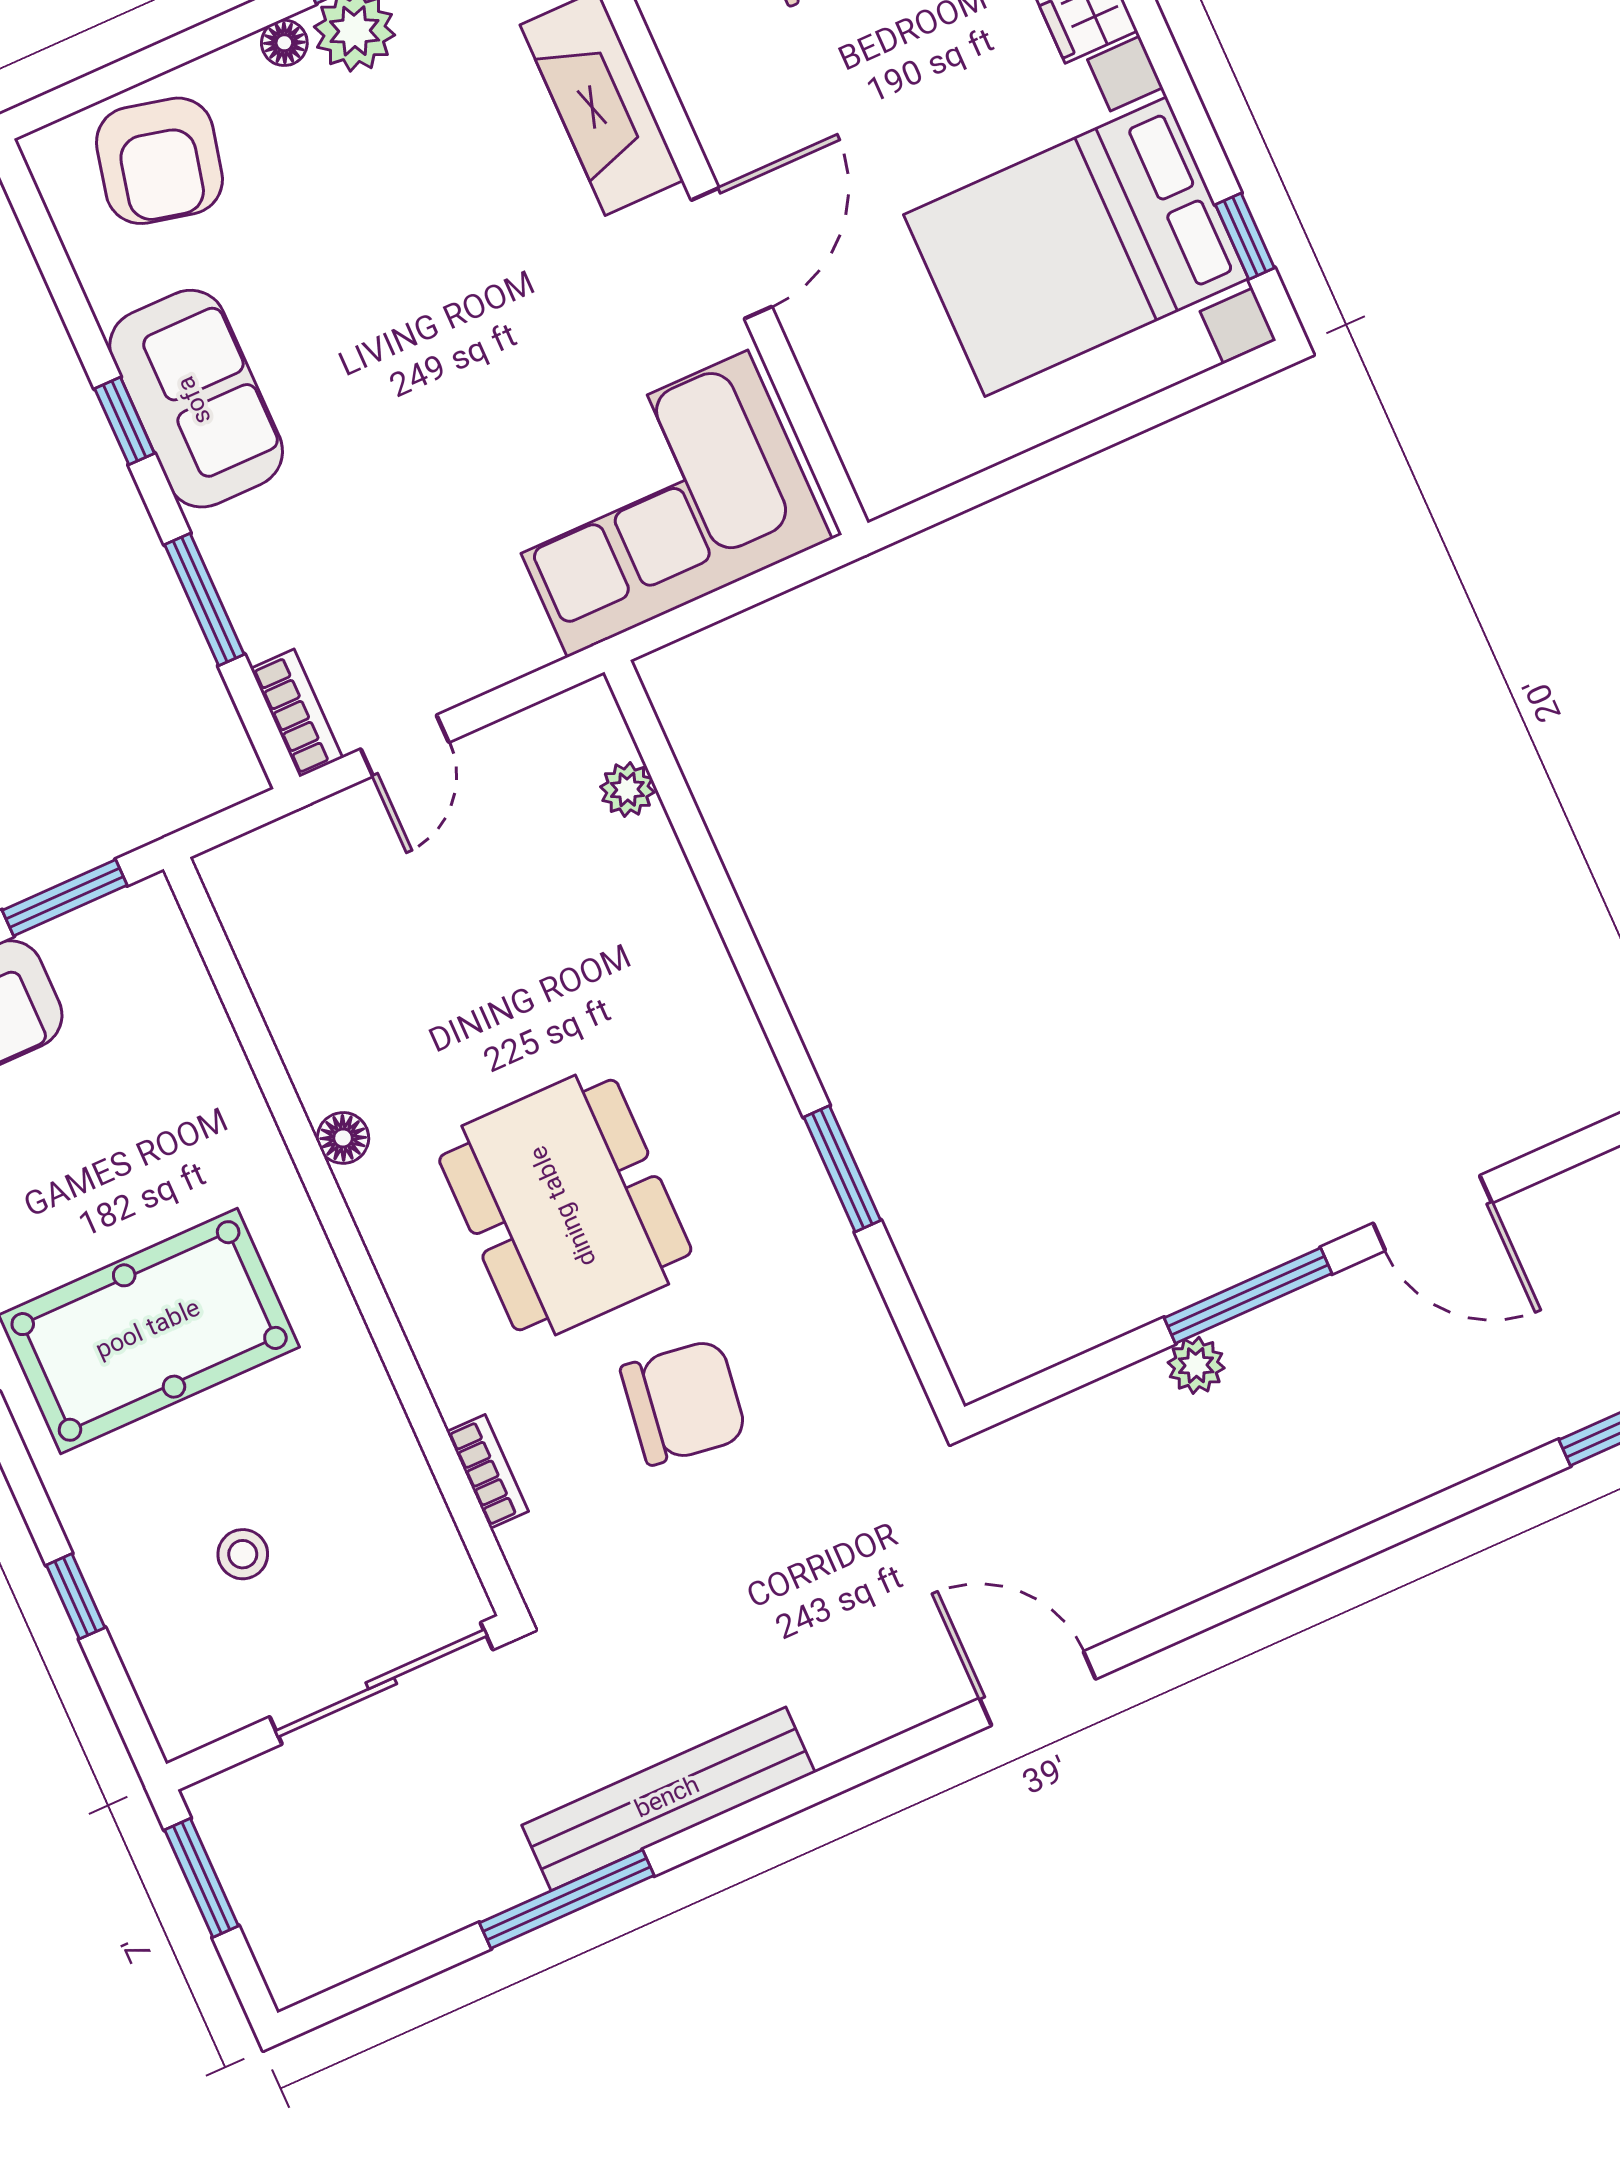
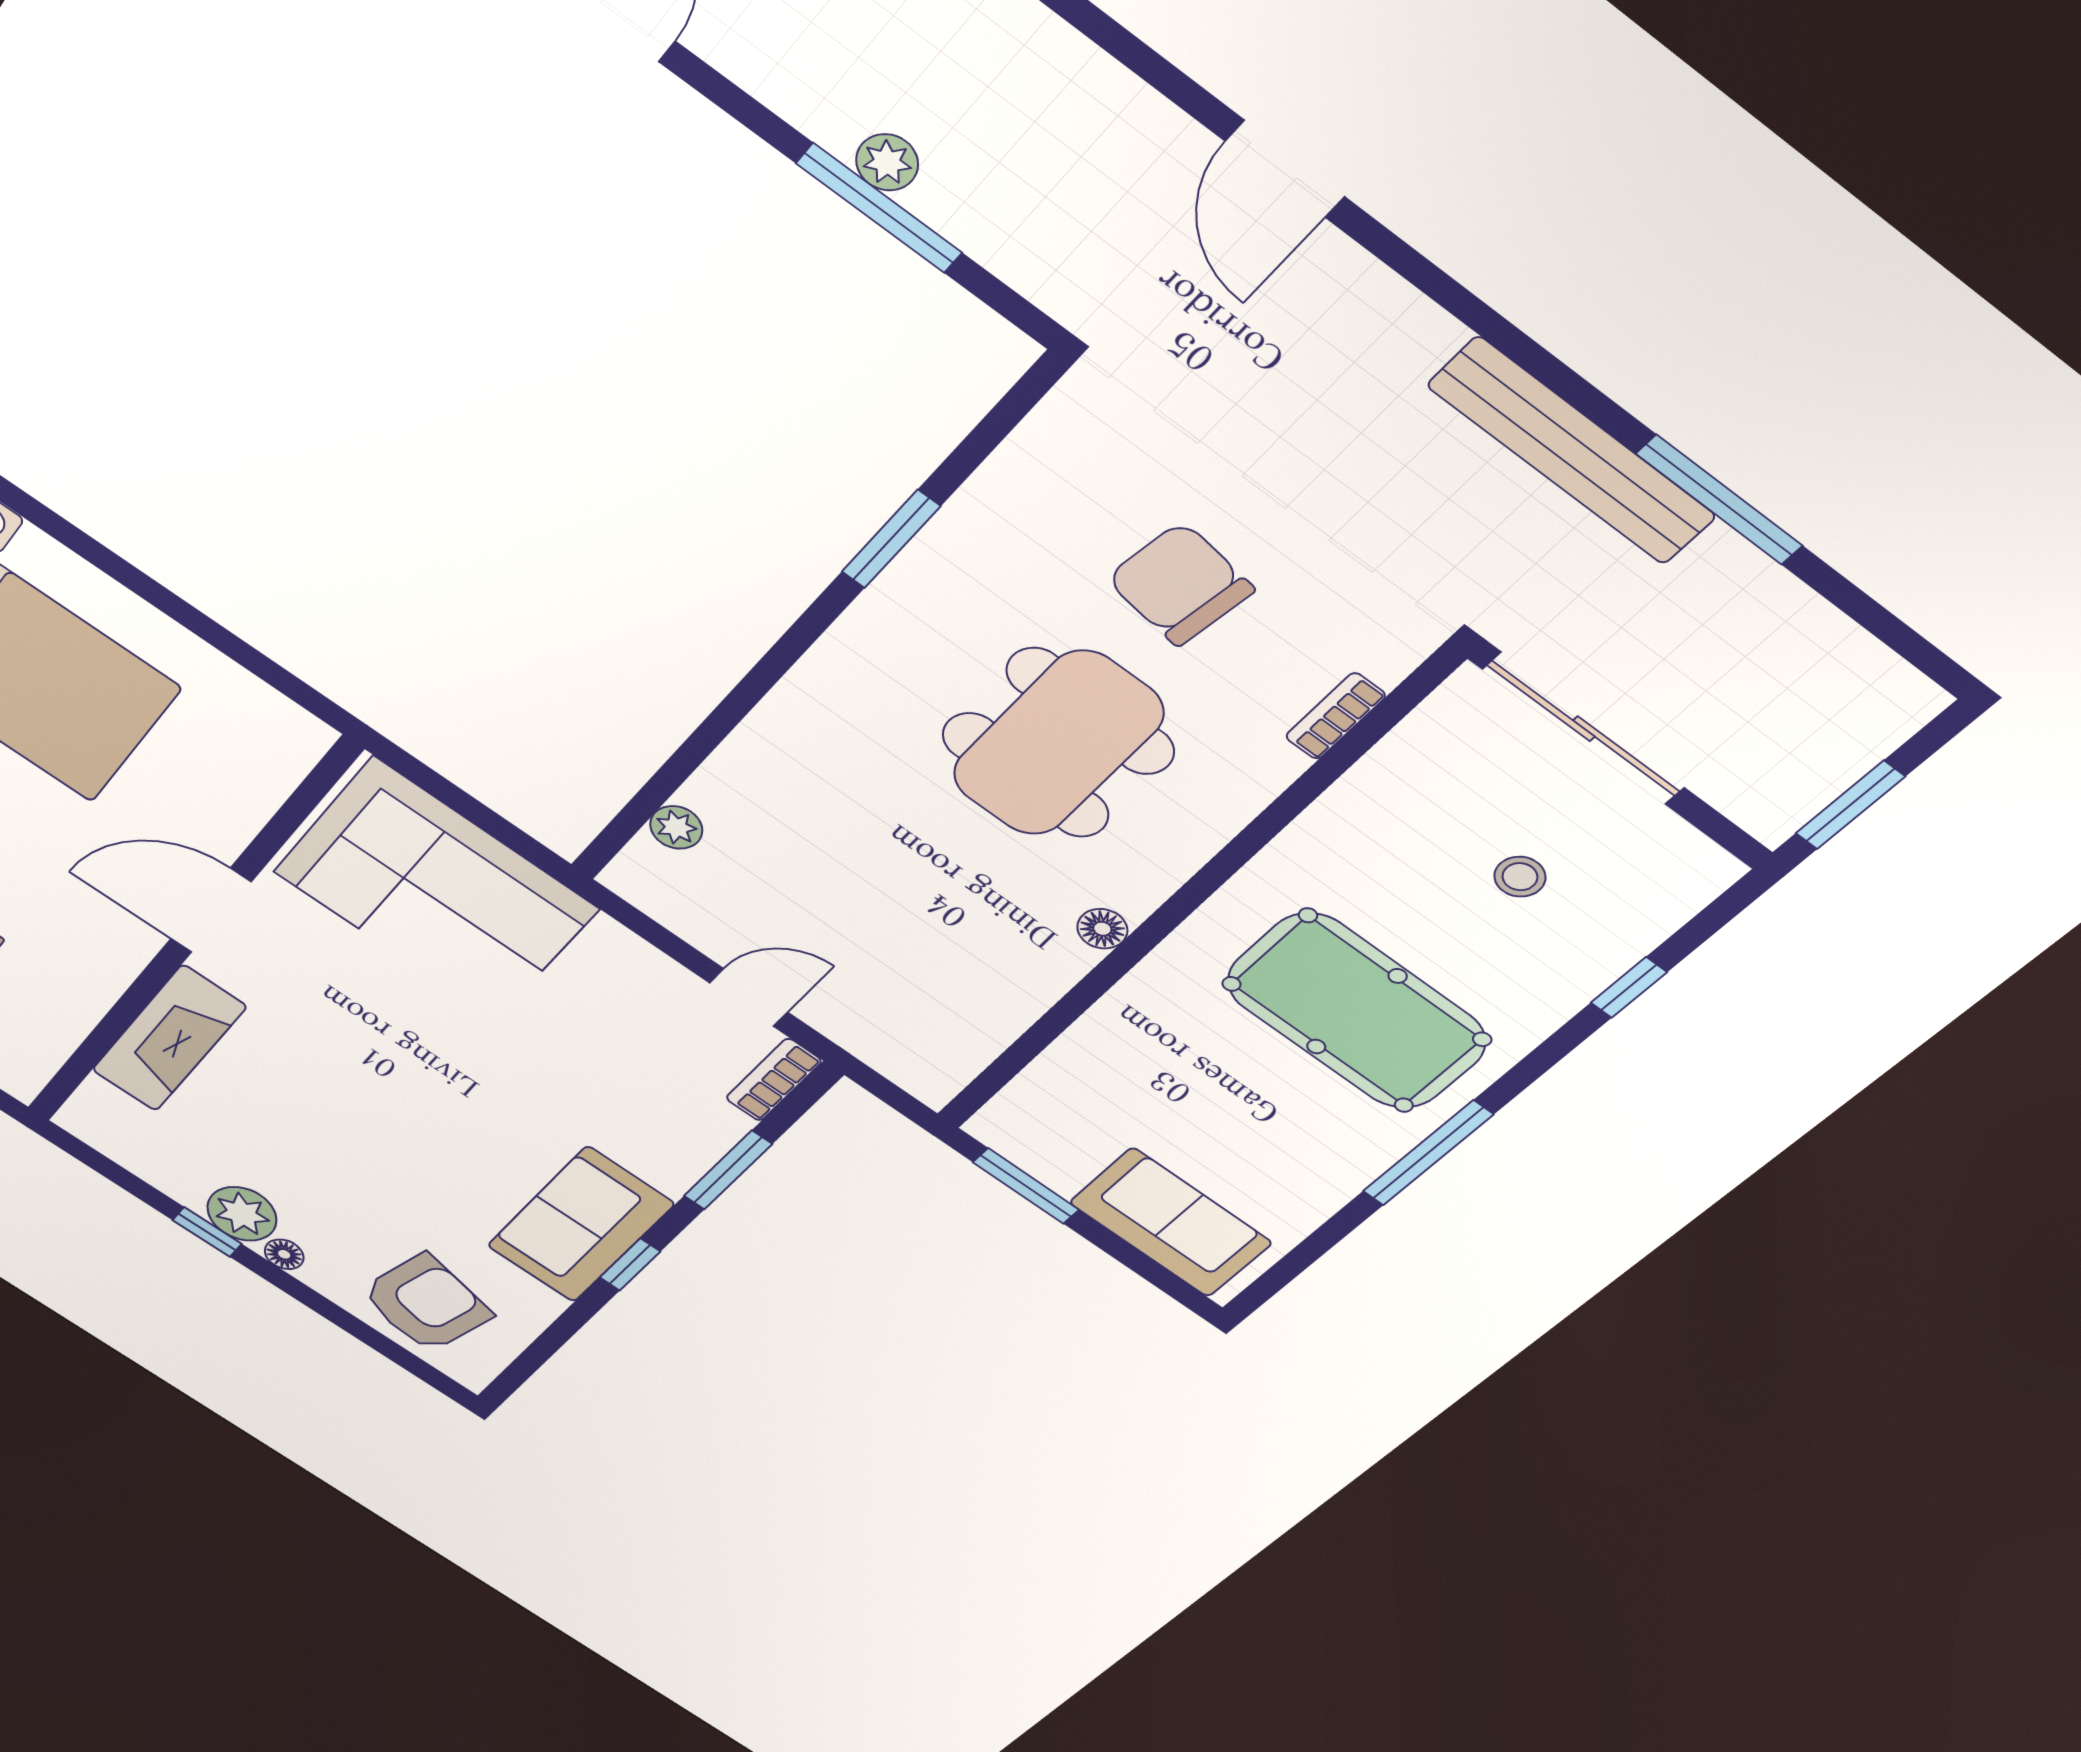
window: (1248, 1296) -> (879, 208), moved

